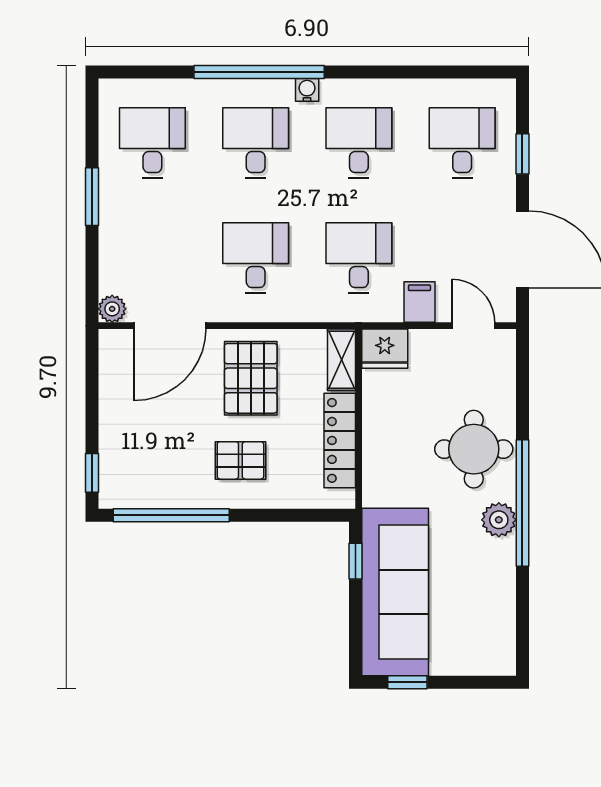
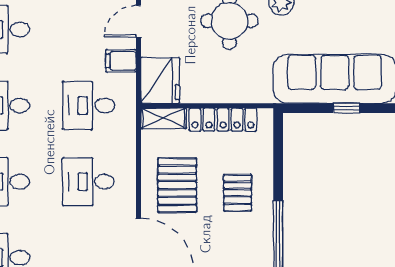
fridge: (385, 349) -> (160, 80), width x1.36, depth x1.34
pallet: (251, 378) -> (177, 185), turned 90
window: (355, 561) -> (346, 108), moved

